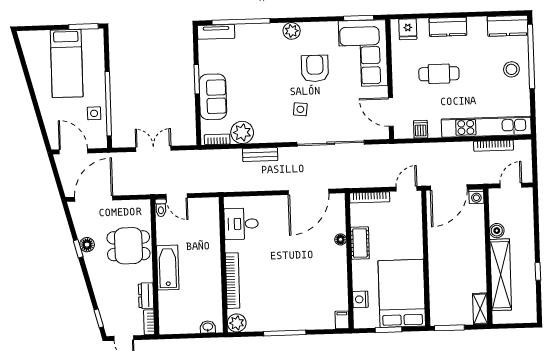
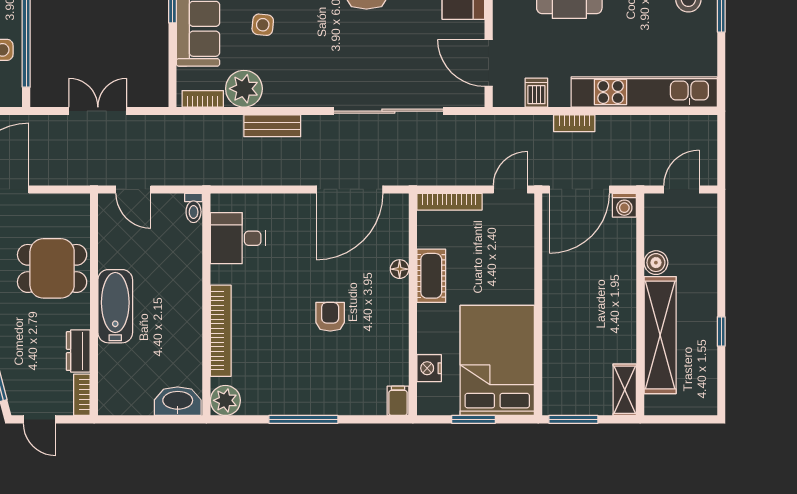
side table: (300, 109) -> (263, 25), moved
bookcase: (494, 146) -> (574, 123), moved, width x0.64
toilet: (161, 208) -> (194, 208), moved
armchair: (299, 270) -> (330, 317), added
washbasin: (208, 327) -> (178, 401), width x1.91, depth x1.45

